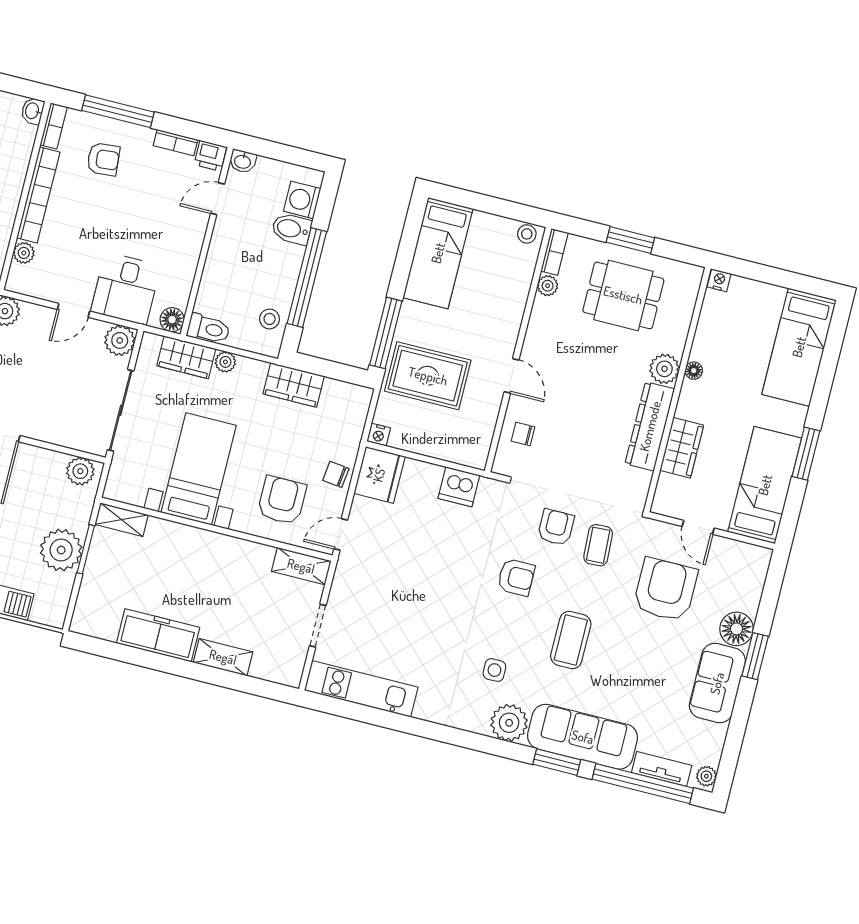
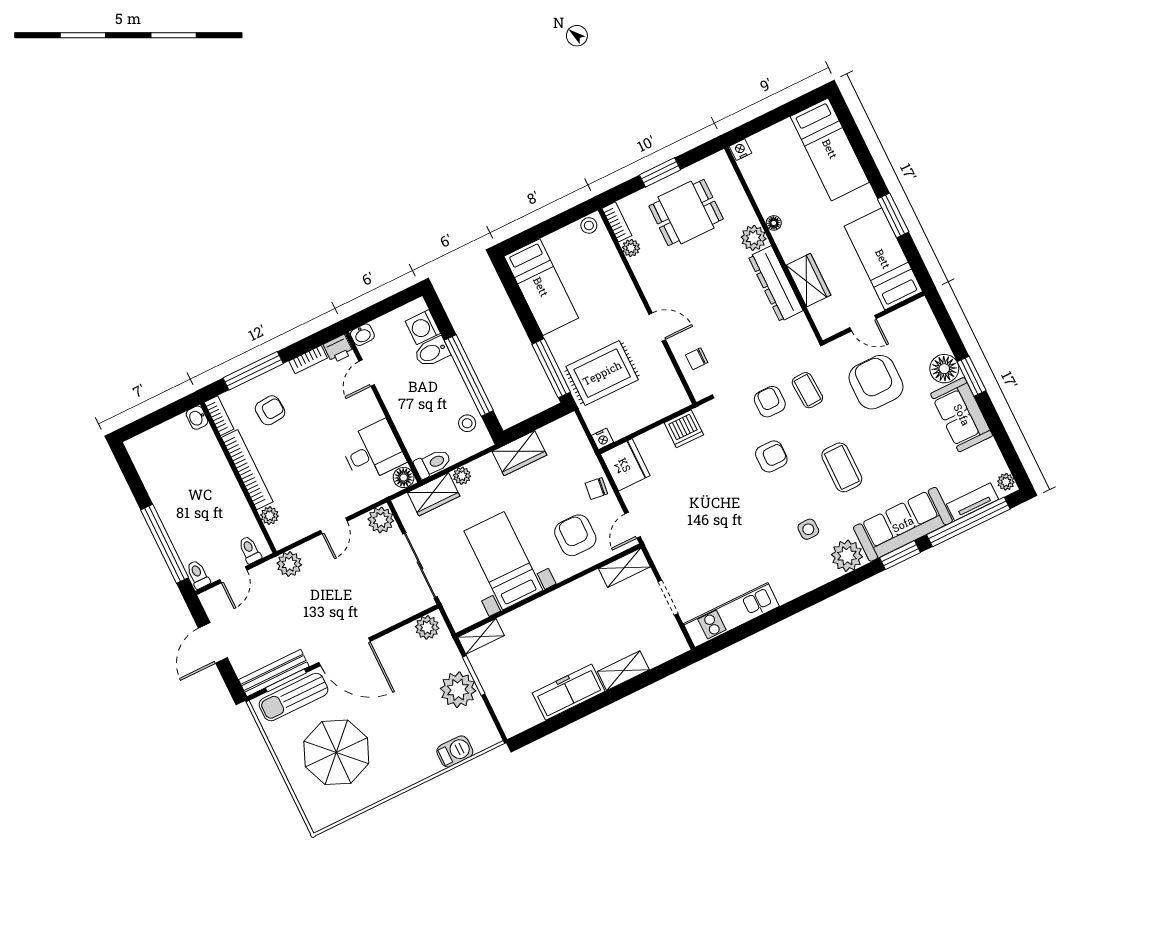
desk: (126, 289) -> (373, 452), moved, turned -90

